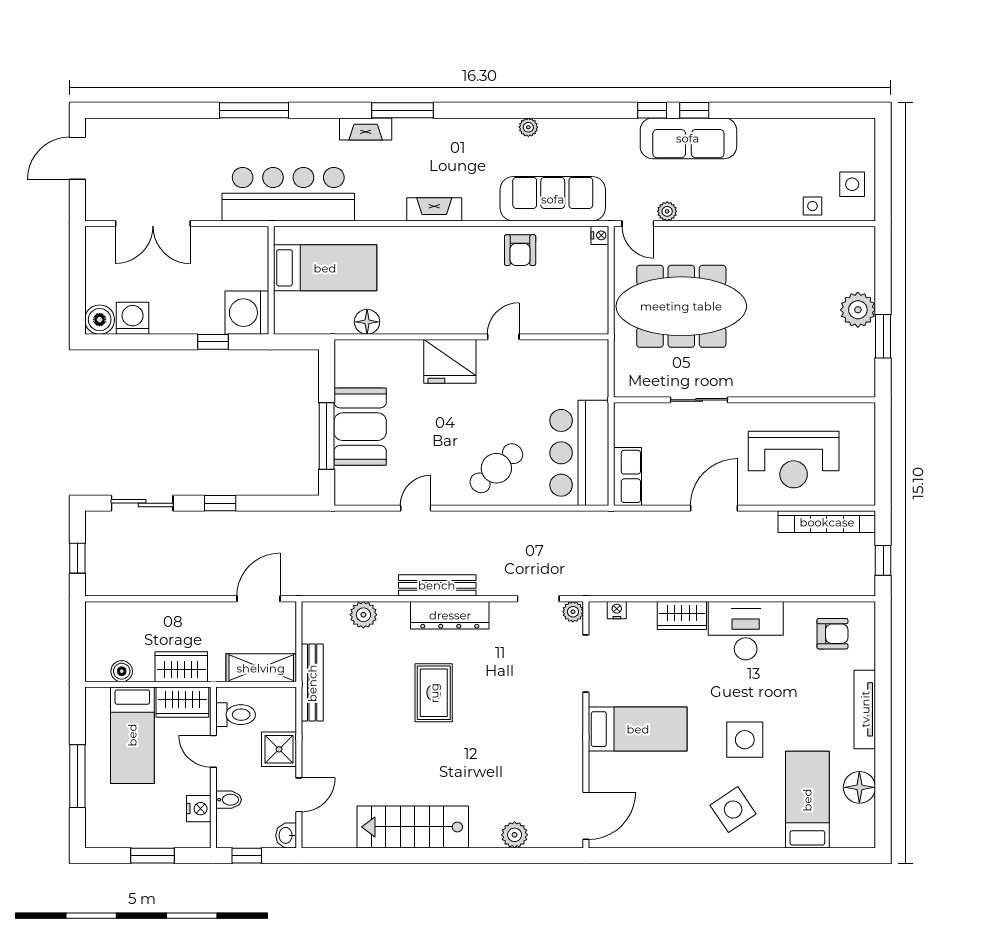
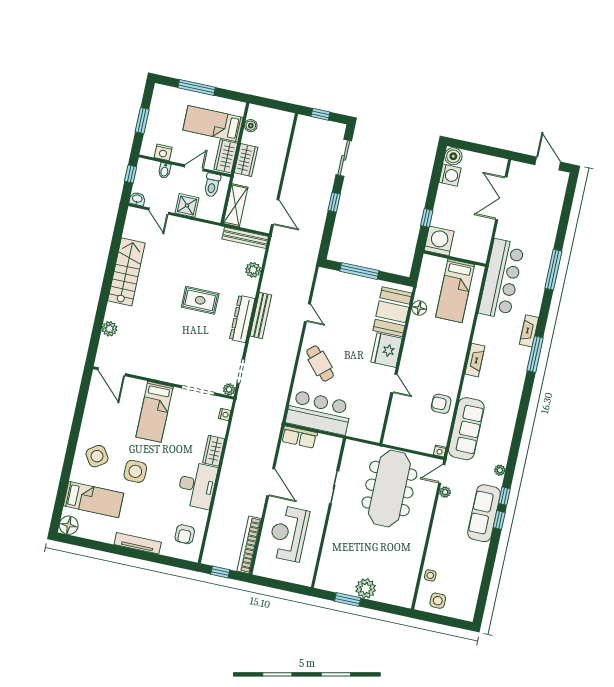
plant: (528, 127) -> (500, 470), moved
booth: (360, 427) -> (392, 312), moved, turned 90
bench: (312, 683) -> (245, 238), moved
floor lamp: (859, 787) -> (69, 525), moved

